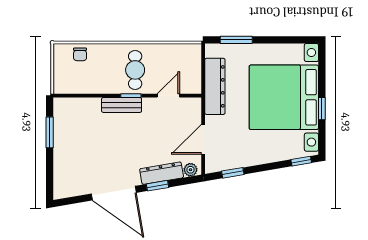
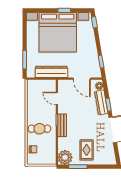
cafe table: (135, 70) -> (39, 129), moved
plant: (66, 110) -> (65, 157), added
rug: (79, 148) -> (87, 150), added

